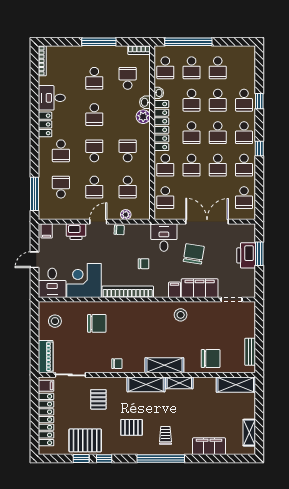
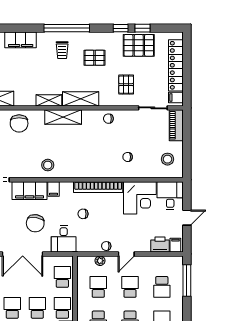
printer: (76, 232) -> (160, 244), moved
chair: (97, 323) -> (128, 157), width x0.54, depth x0.54
chair: (211, 359) -> (19, 123), turned -90

